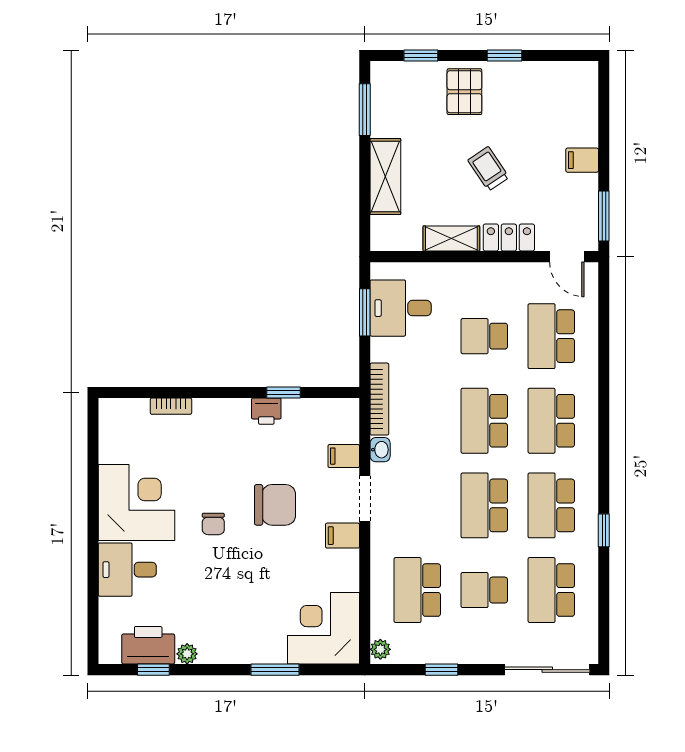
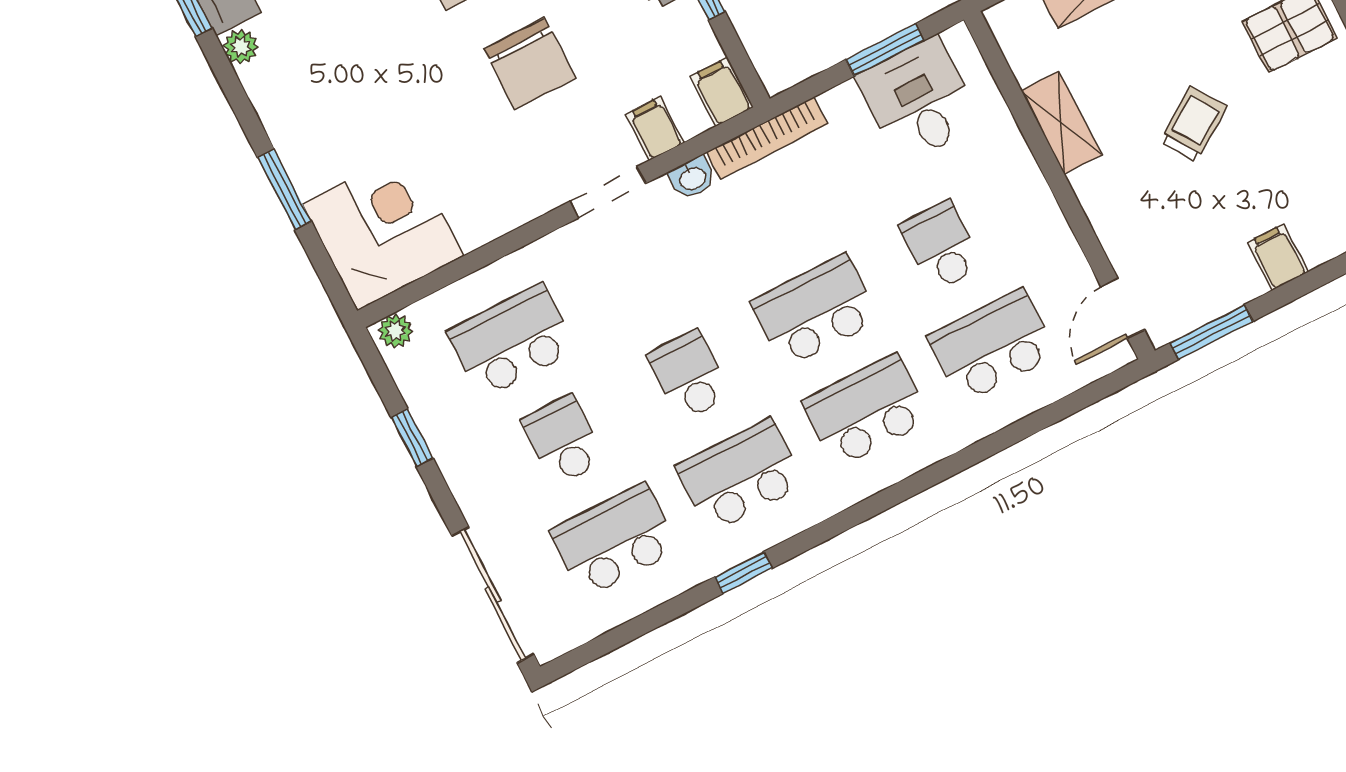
locker: (509, 237) -> (1107, 207), removed
school desk: (484, 505) -> (689, 376), width x0.54
filing cabinet: (342, 536) -> (722, 92), moved

